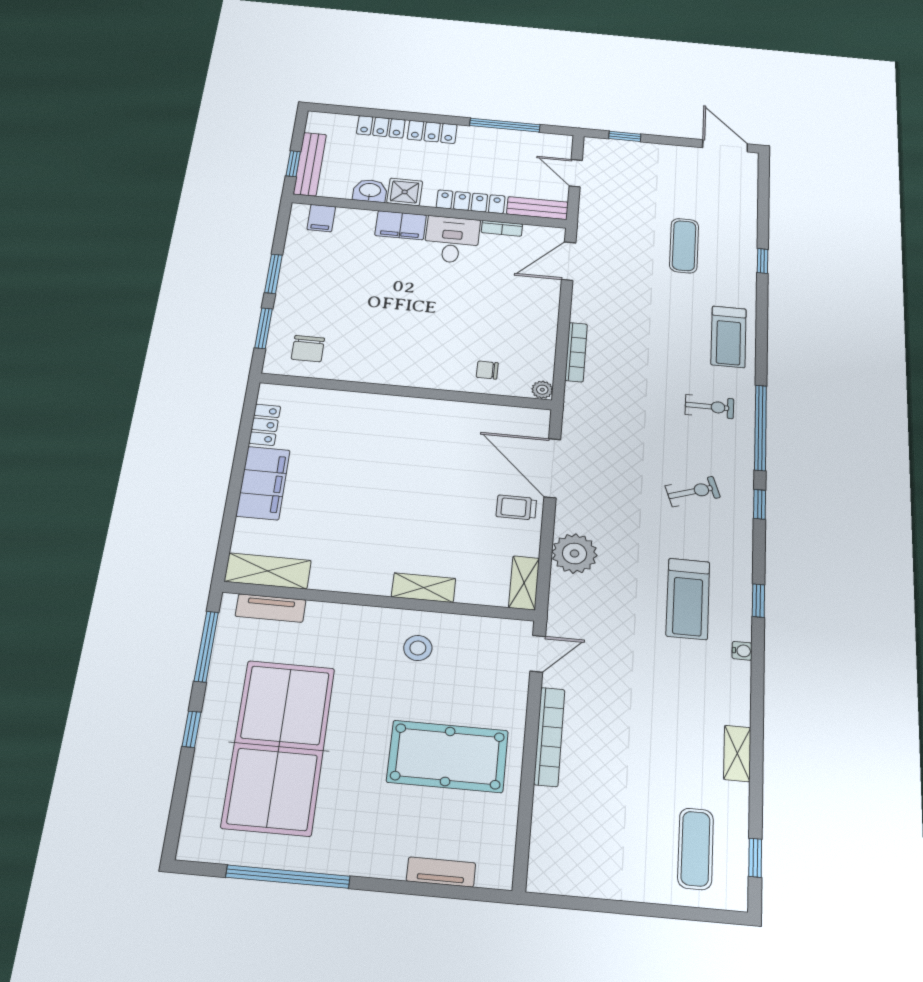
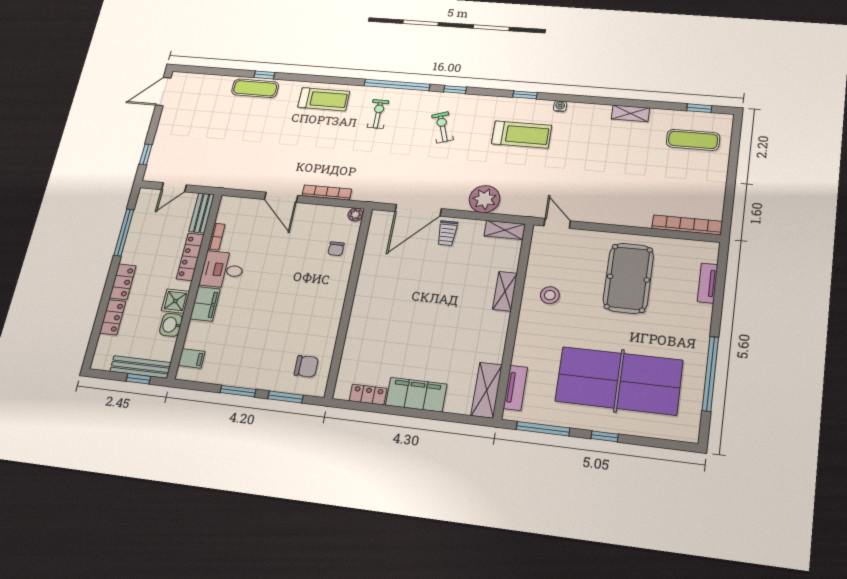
exercise mat: (684, 246) -> (255, 88), moved
door: (569, 261) -> (281, 197), moved
bookcase: (549, 737) -> (687, 225), moved

